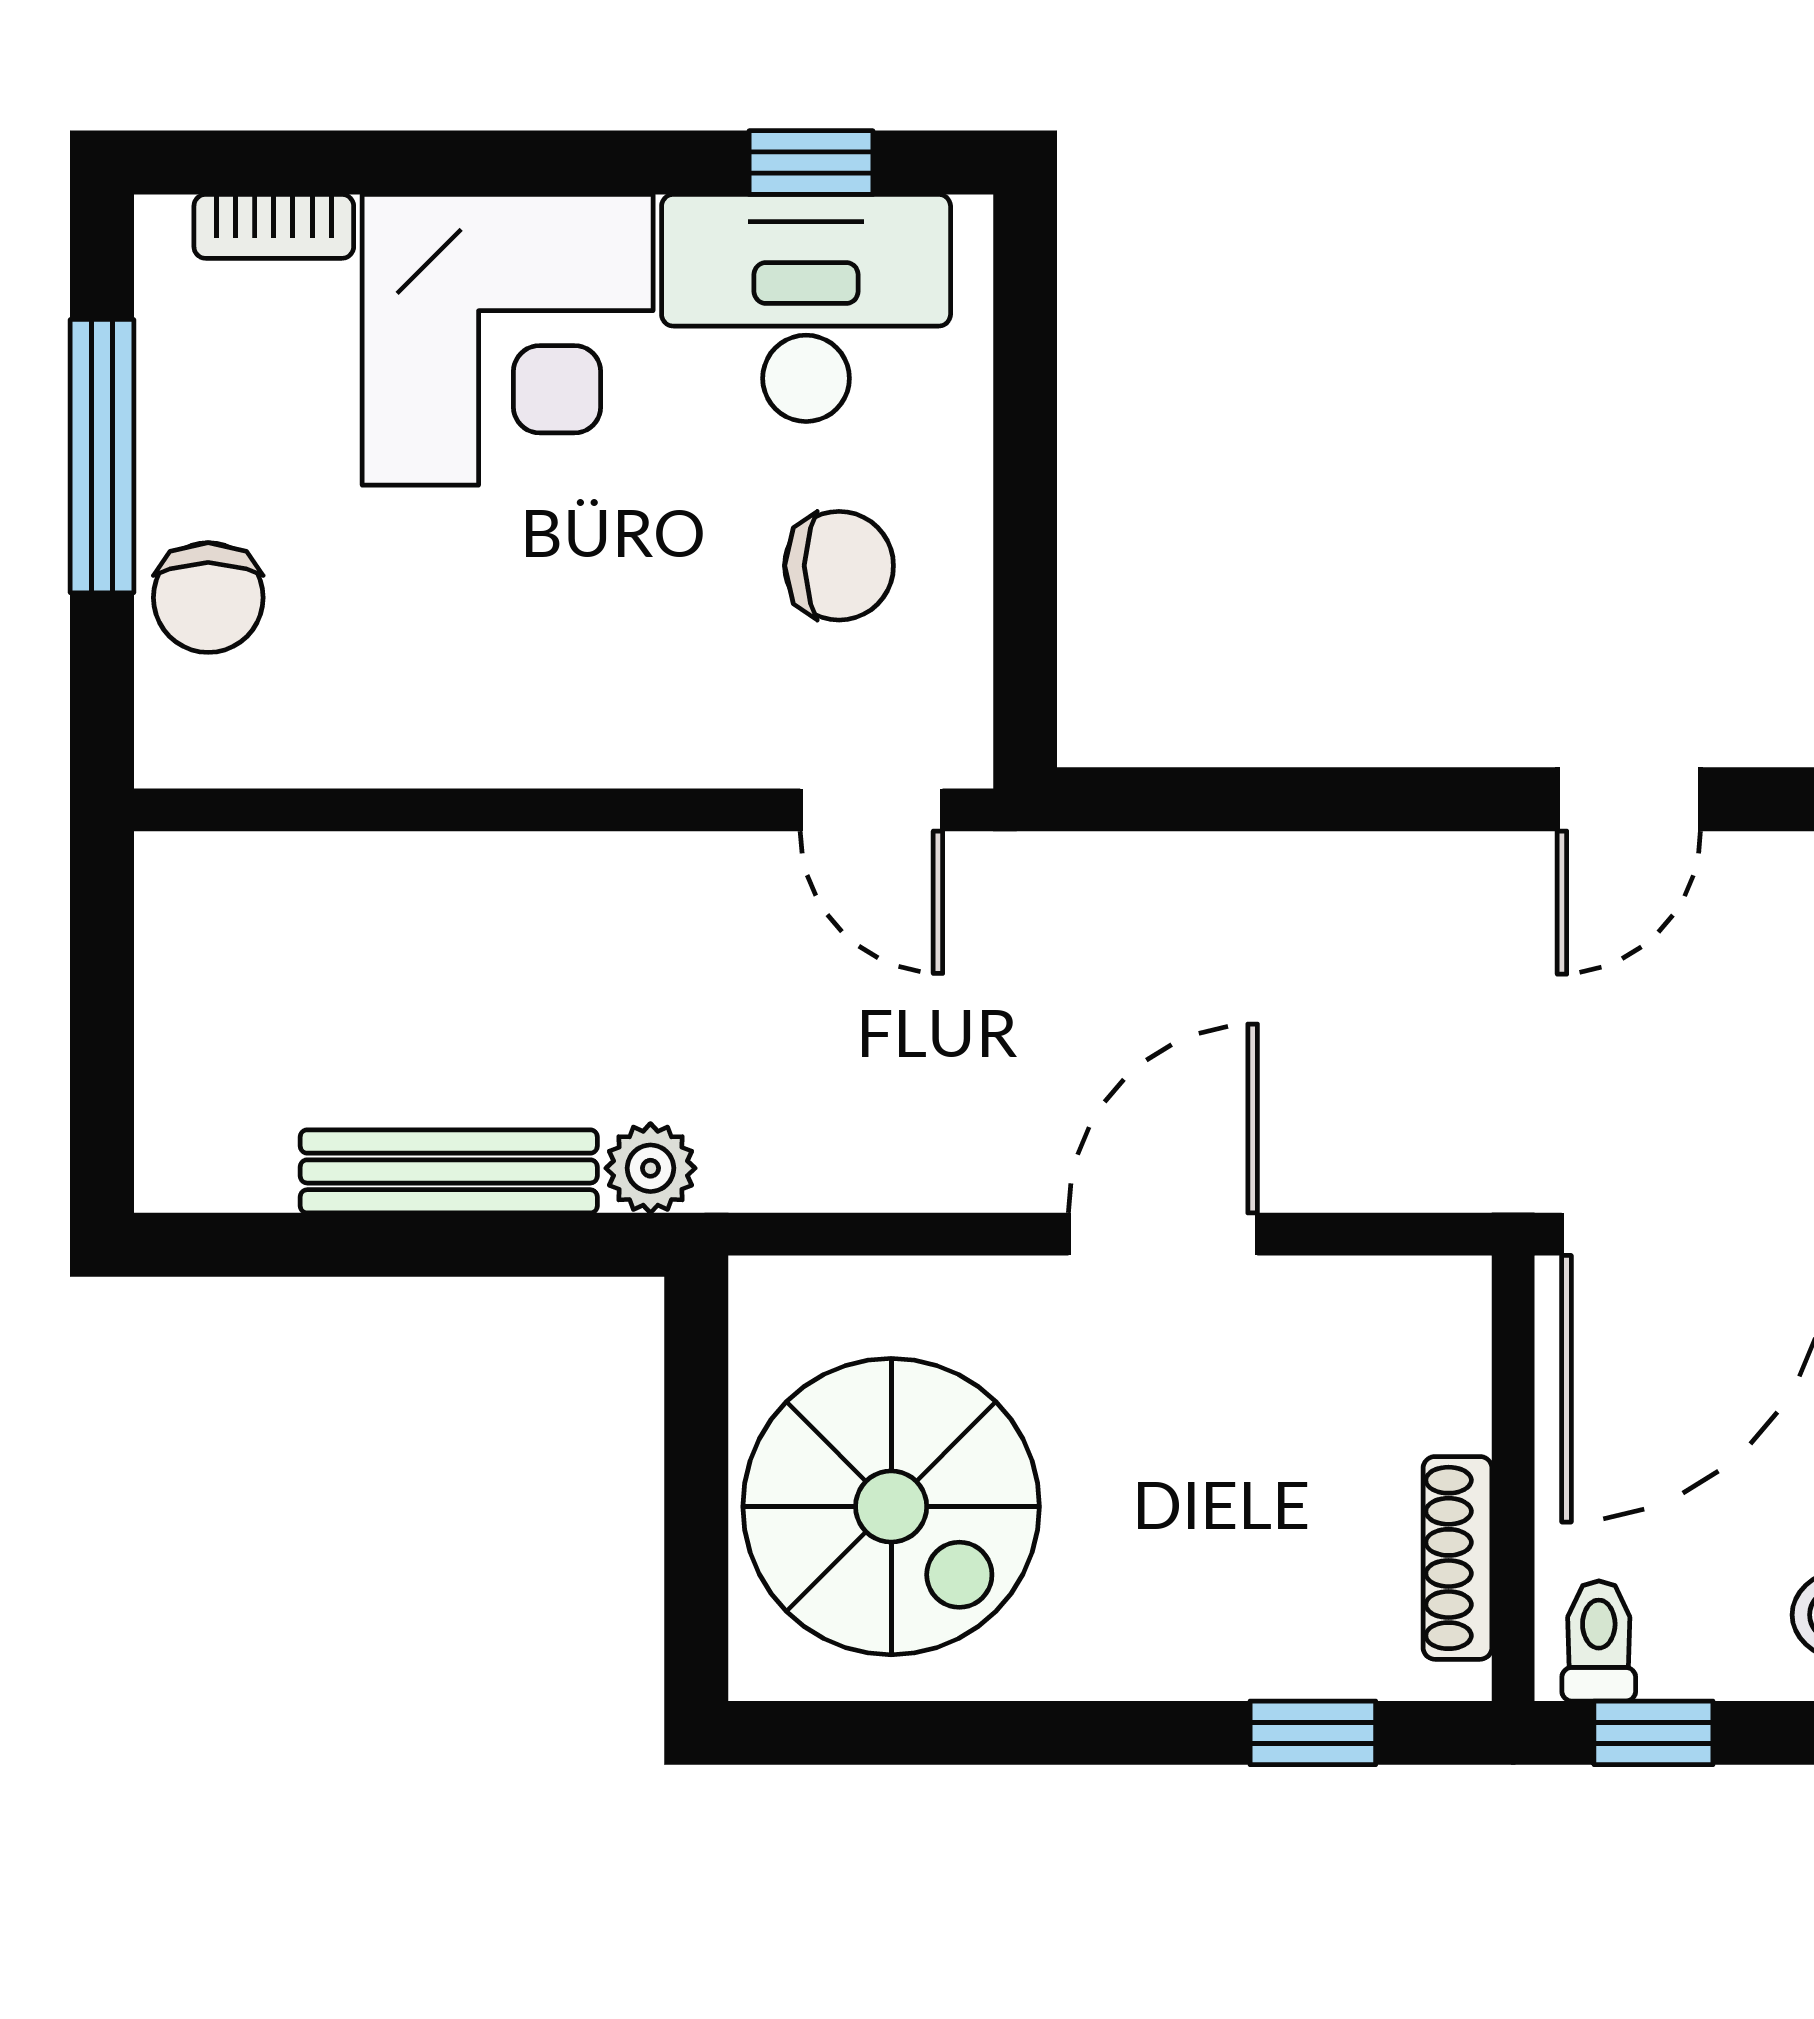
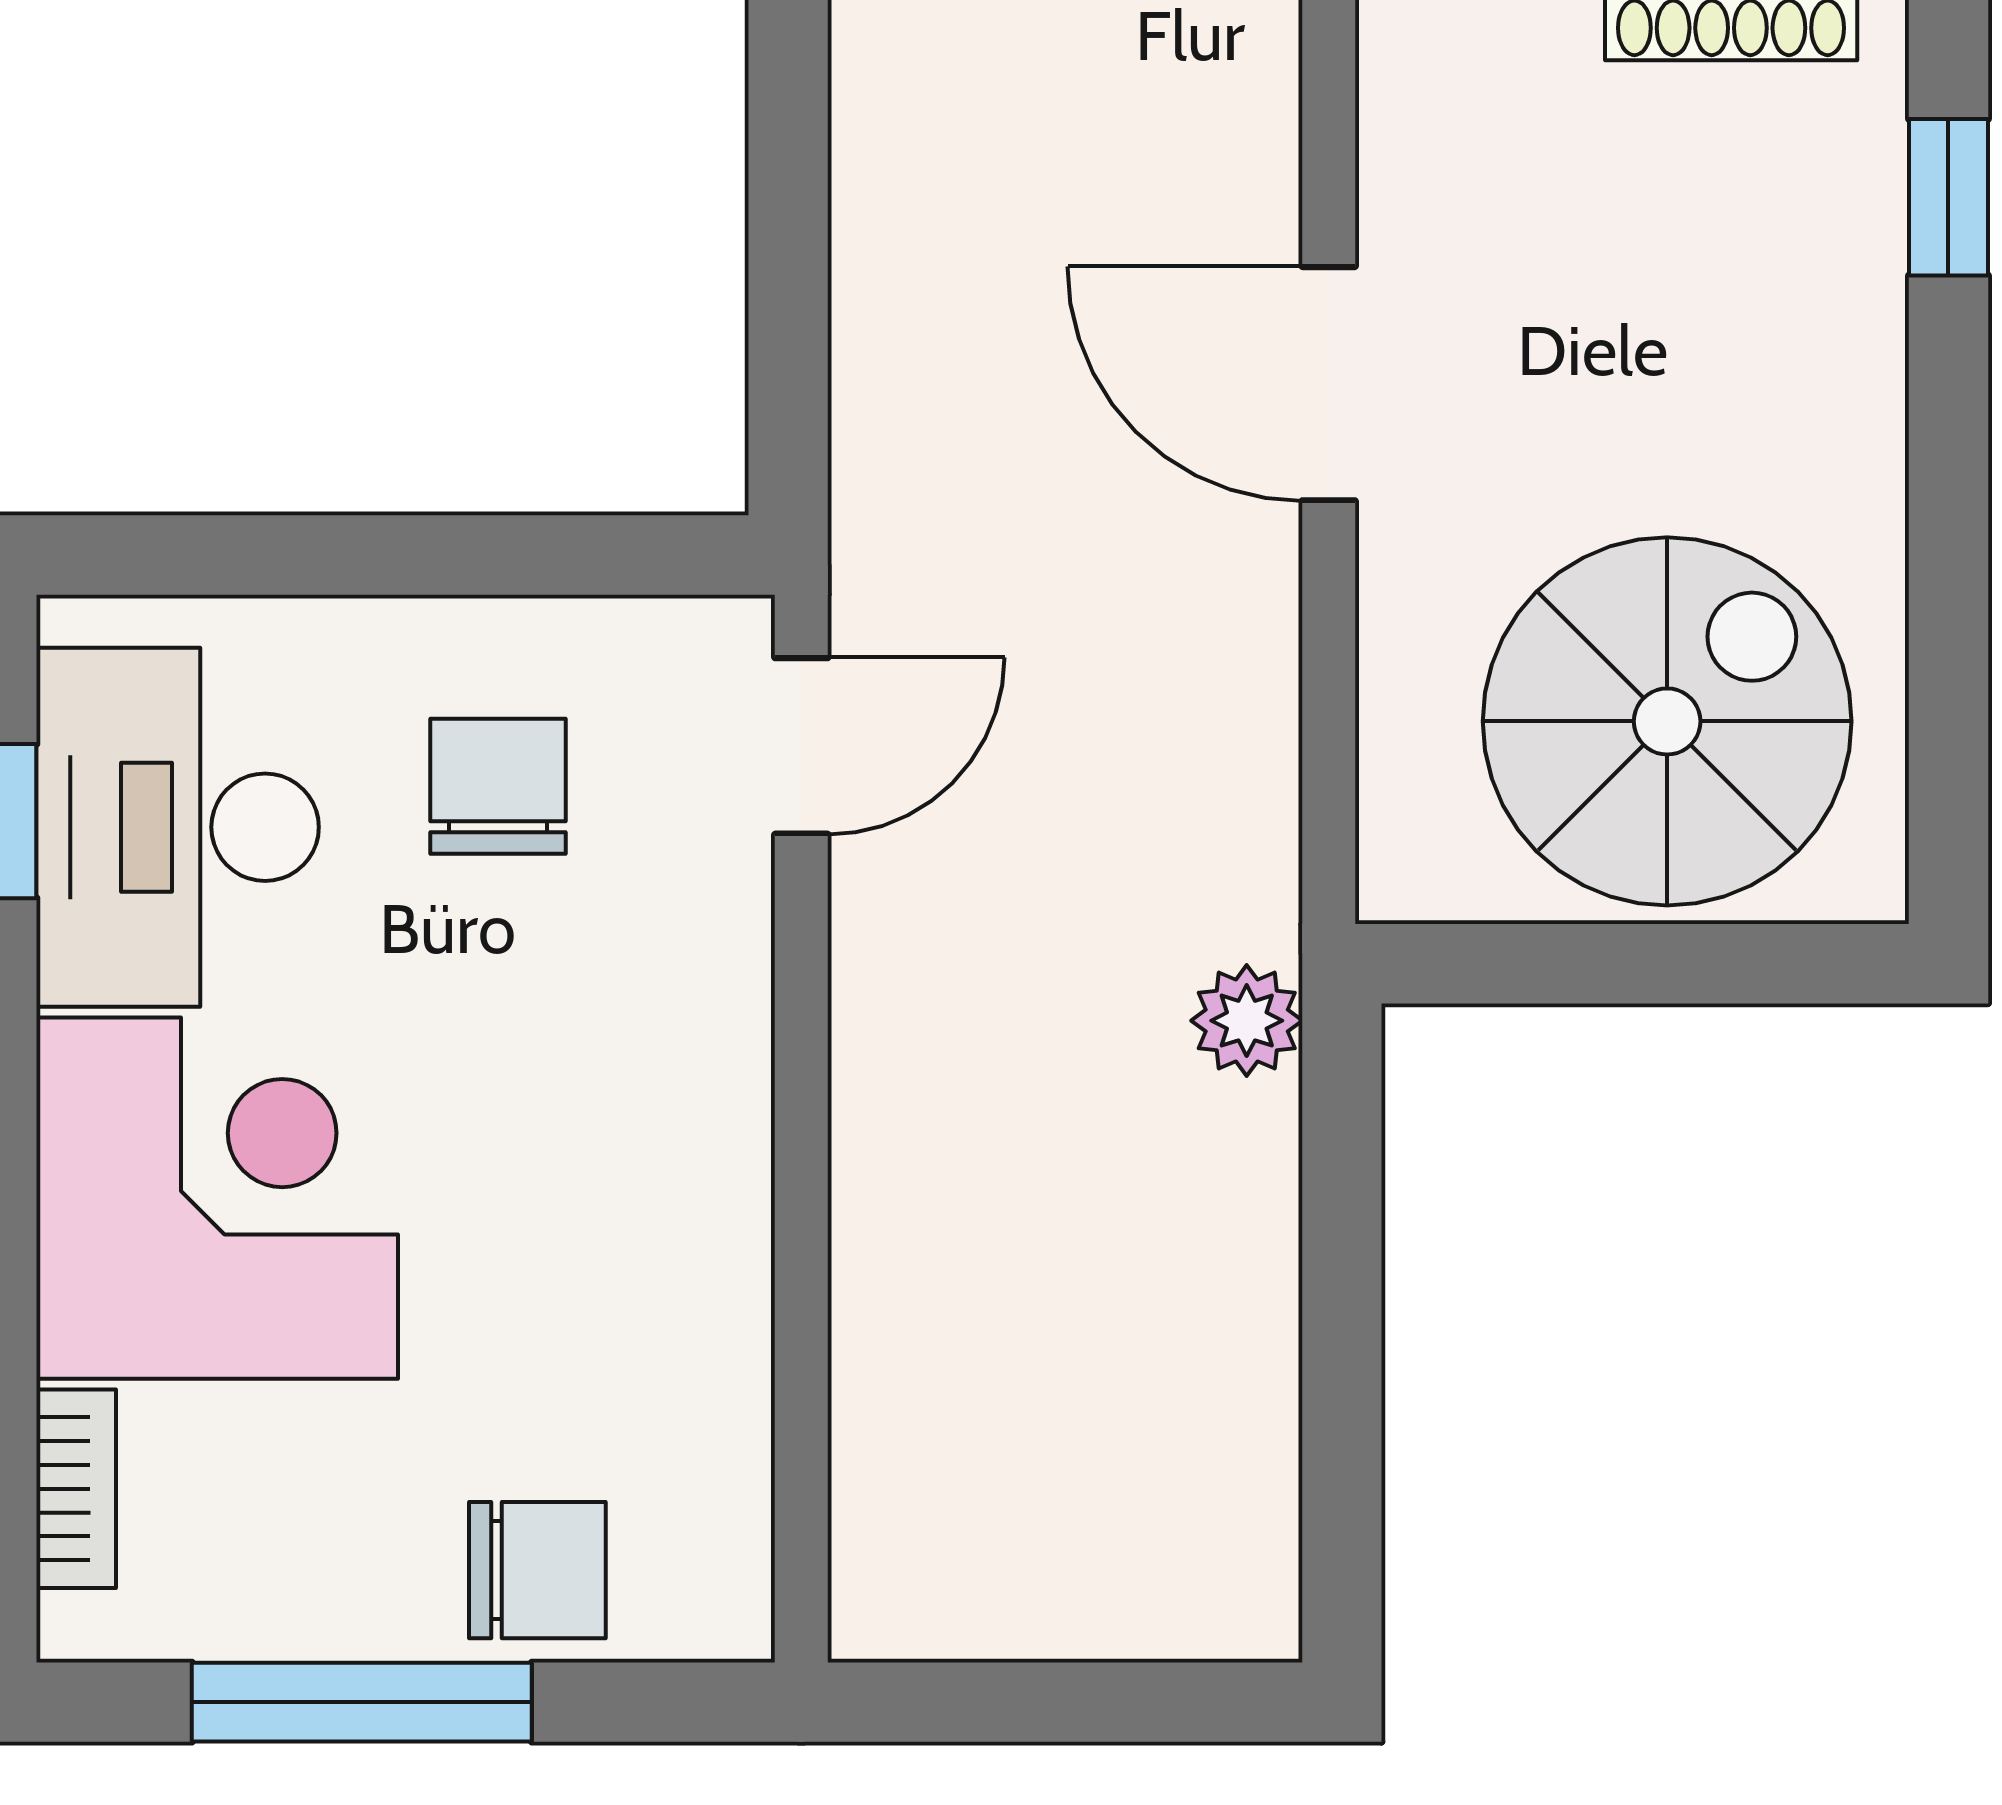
bench: (449, 1171) -> (1251, 1271), removed

